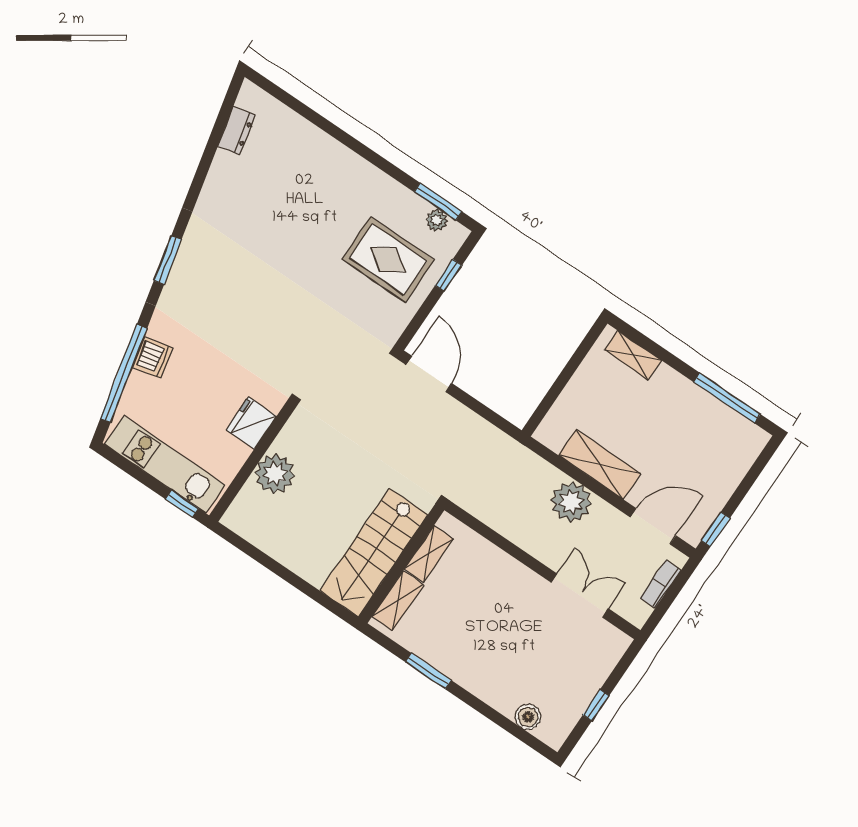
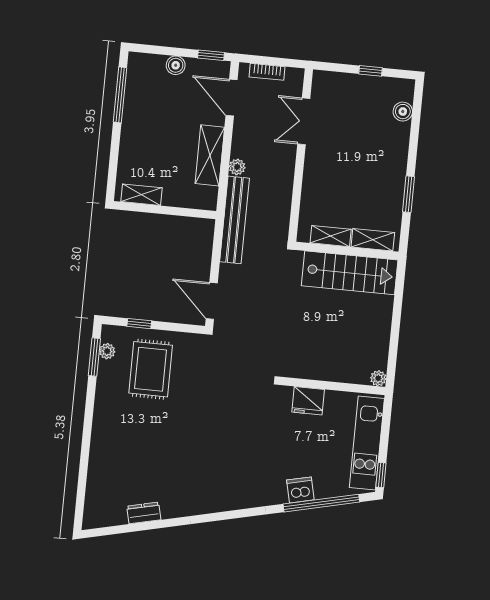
dresser: (237, 131) -> (144, 513), moved
window: (168, 260) -> (230, 515), removed
shelving: (633, 355) -> (141, 195), moved, turned 90
door: (429, 374) -> (212, 301), hinge flipped
bench: (509, 452) -> (235, 220), added
plant: (275, 474) -> (378, 378), moved, width x0.53, depth x0.53
boiler: (726, 482) -> (176, 65), added
plant: (571, 502) -> (237, 167), width x0.53, depth x0.53
window: (182, 504) -> (381, 475), moved

